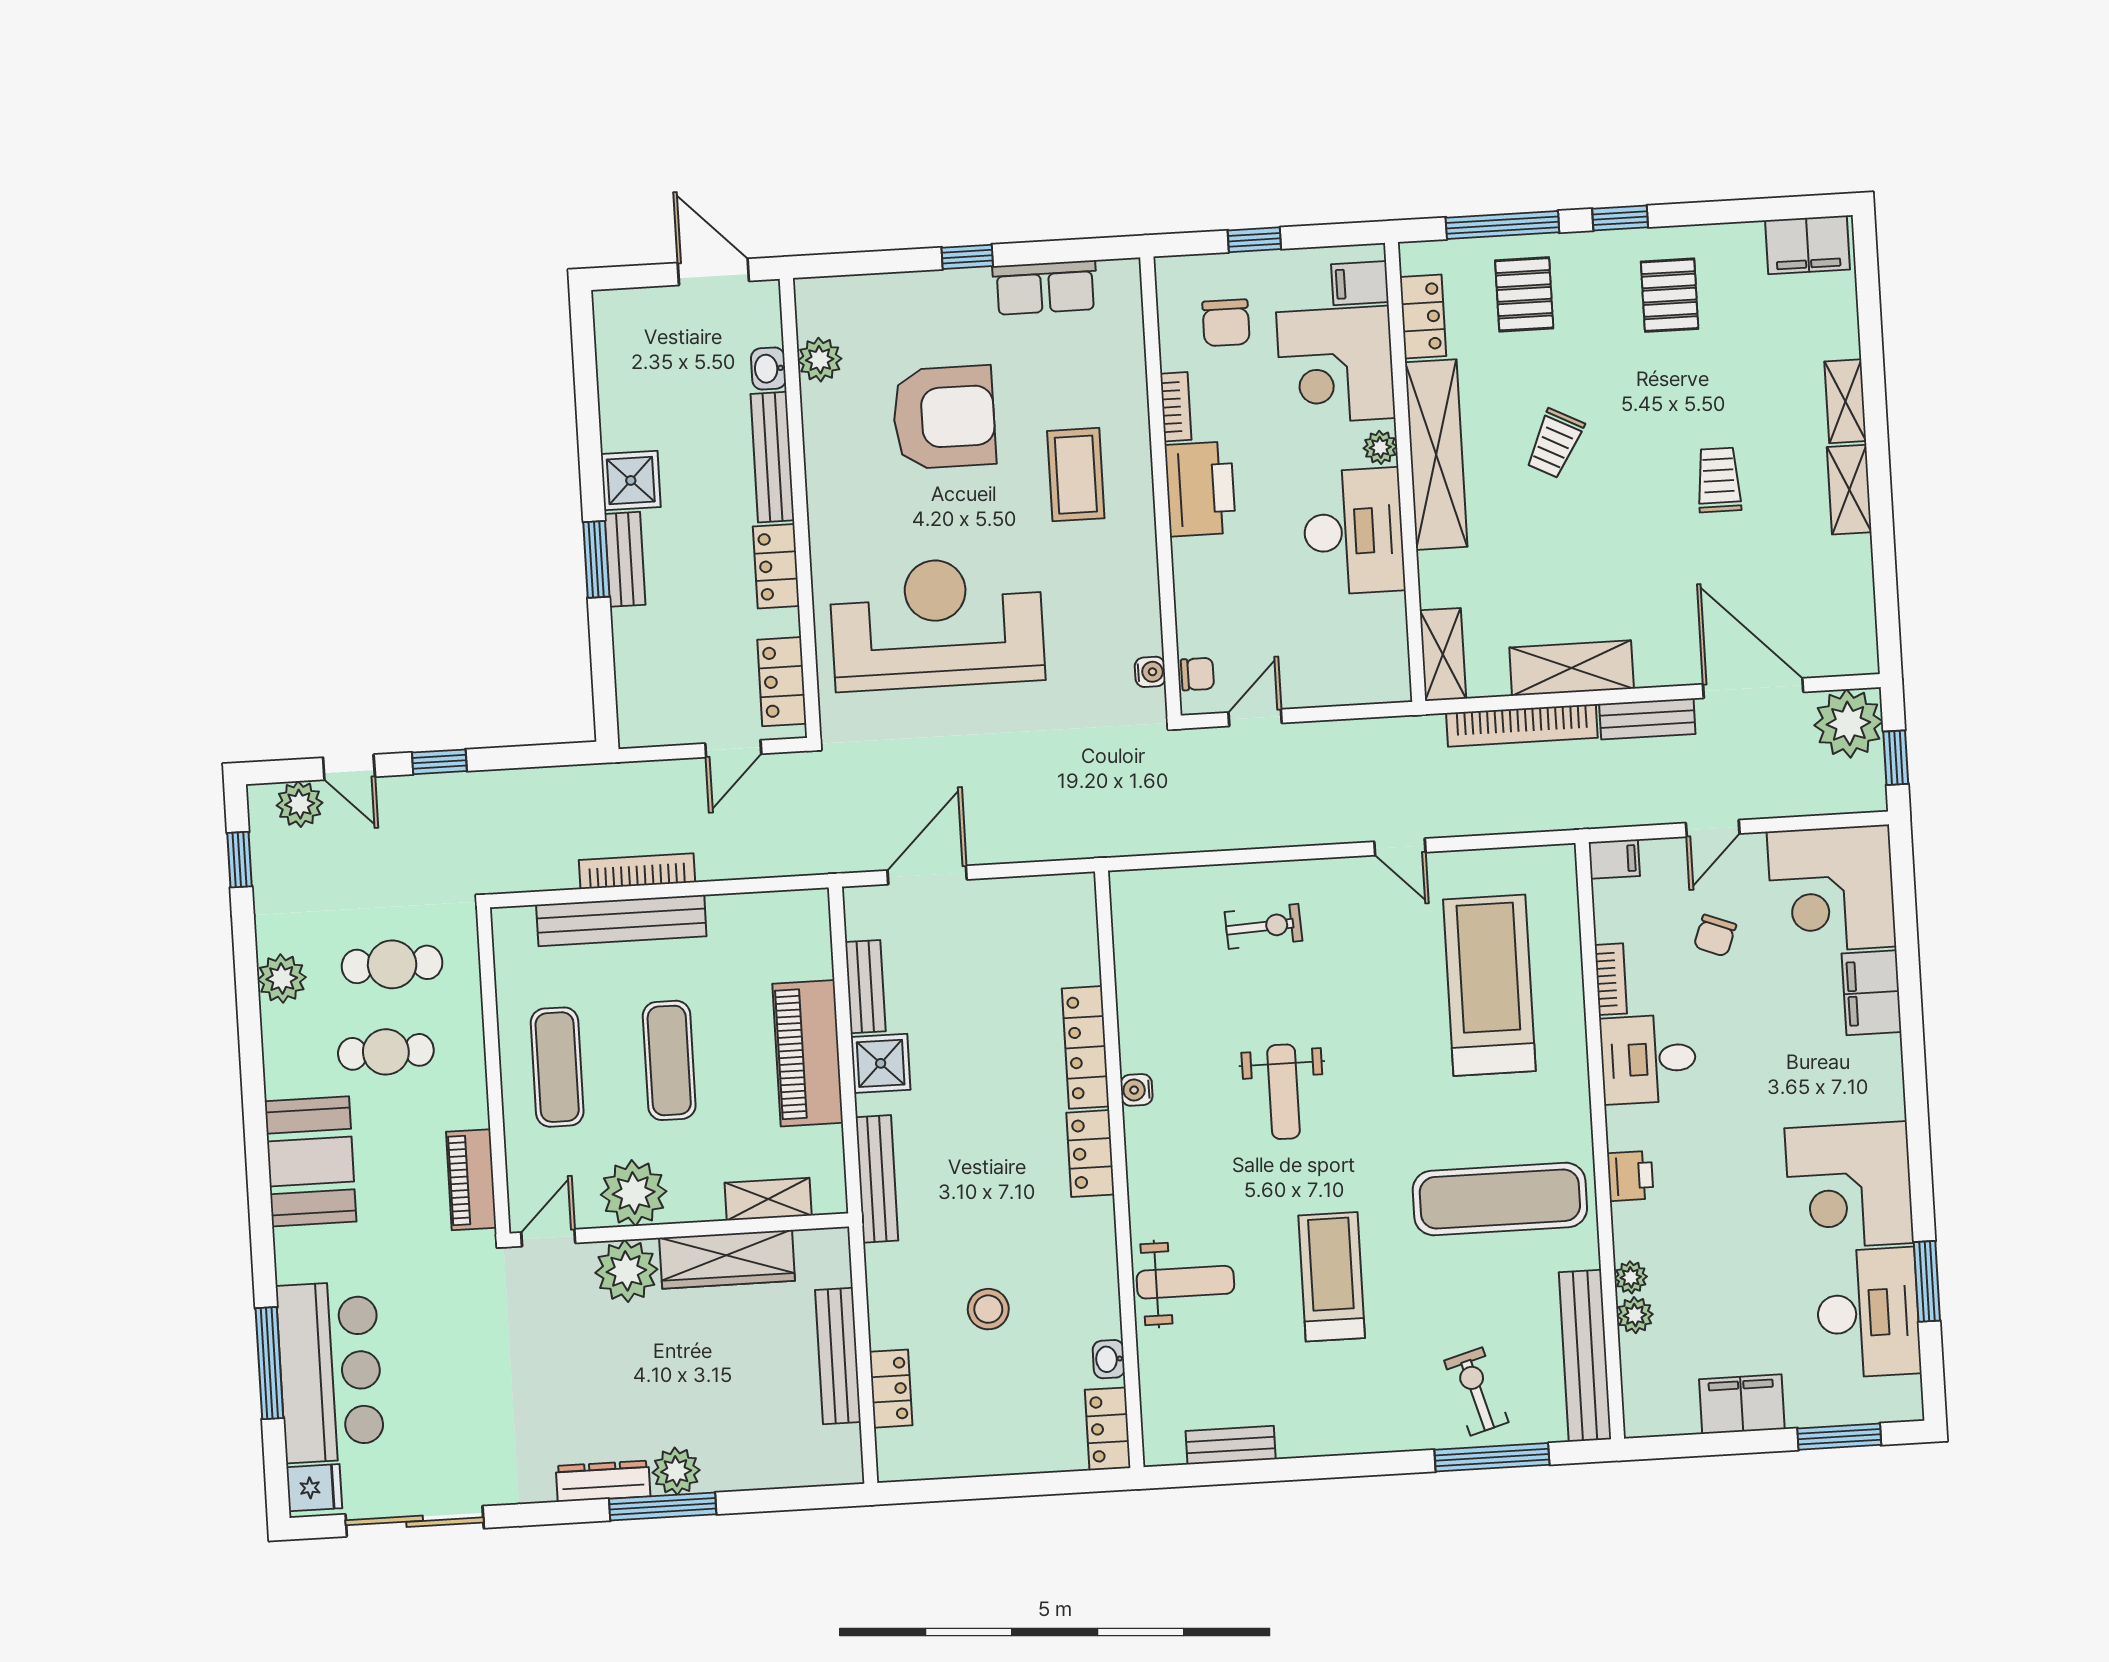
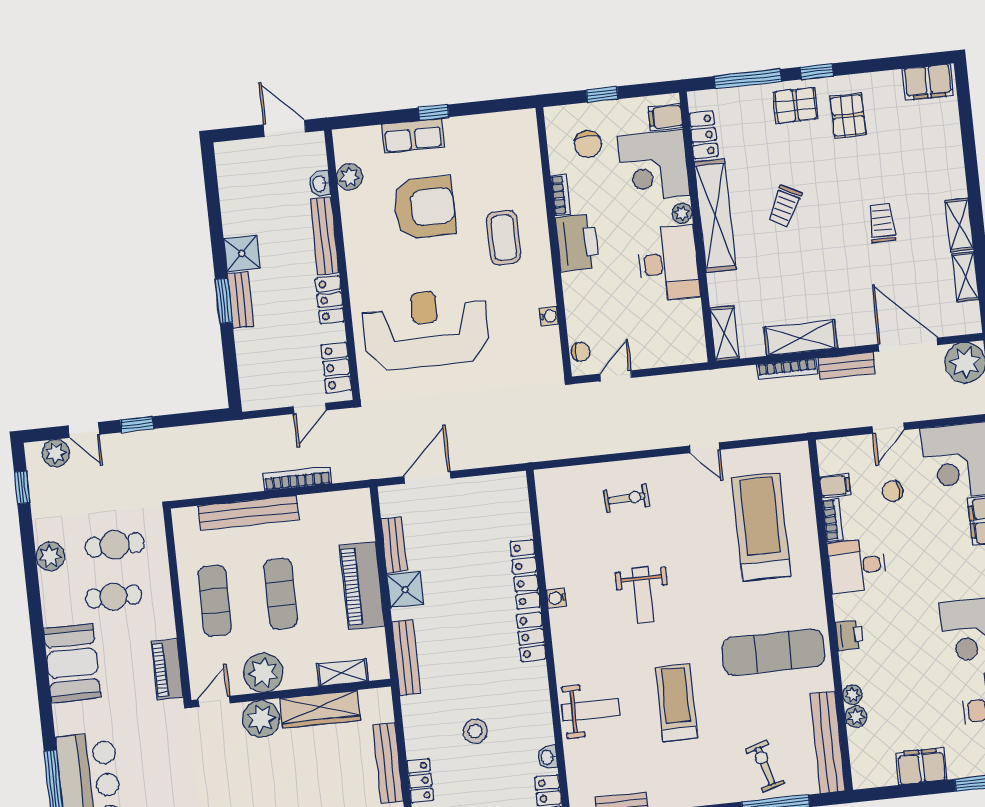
row of seats: (1045, 288) -> (413, 136), moved
pallet: (1524, 294) -> (796, 105), moved, turned 90
shelving: (1845, 401) -> (966, 277), moved
water cooler: (1150, 672) -> (549, 316), moved
bookcase: (1522, 725) -> (787, 369), width x0.68, depth x0.76
filing cabinet: (1614, 859) -> (835, 486), moved
bookcase: (637, 871) -> (297, 479), moved
chair: (1715, 936) -> (893, 491), turned 65

